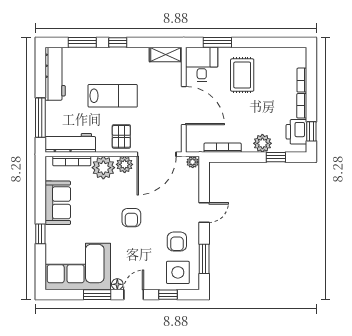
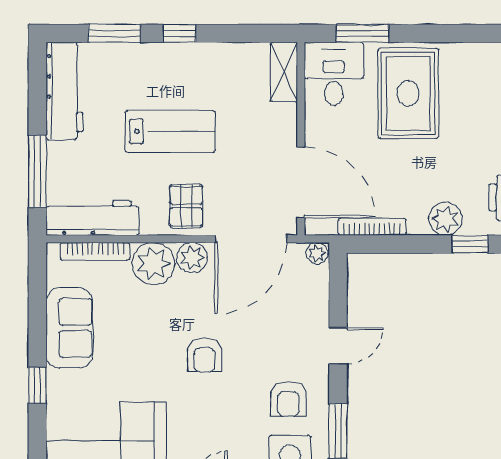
shelving: (166, 54) -> (284, 72), moved, turned 90
rug: (242, 75) -> (408, 93), width x1.36, depth x1.43
door: (184, 106) -> (301, 182), moved

